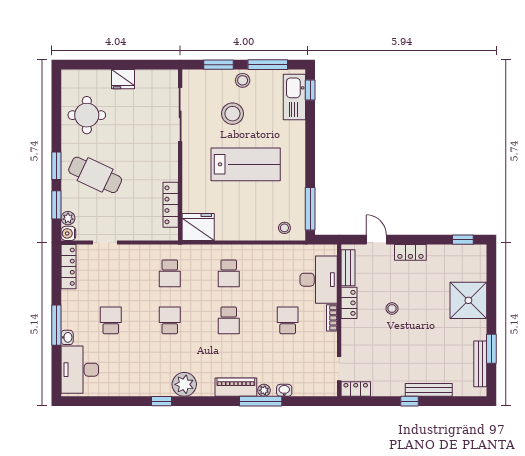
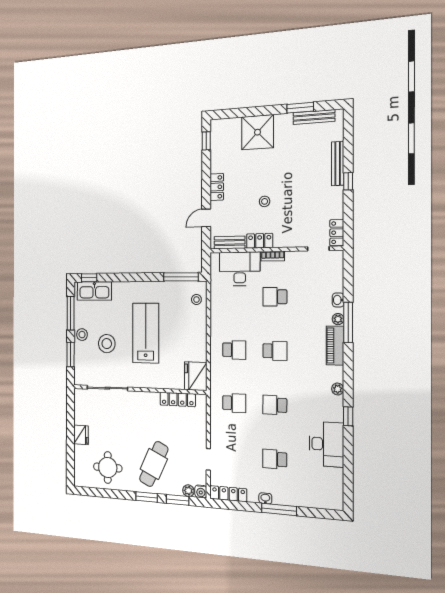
washbasin: (67, 337) -> (265, 498), moved
desk: (80, 370) -> (326, 444), moved, turned -90
plant: (184, 384) -> (338, 389), width x0.53, depth x0.53

